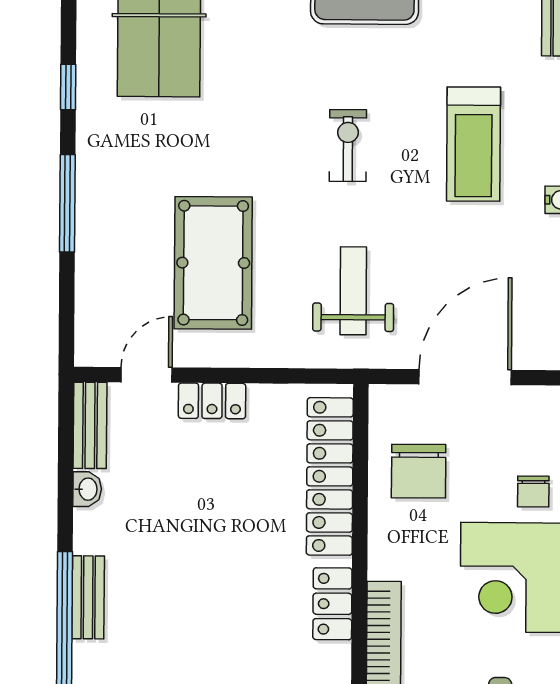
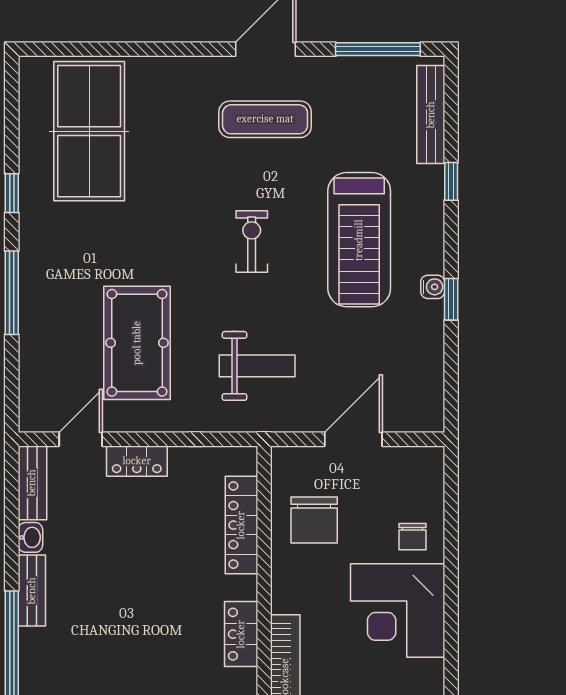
treadmill: (474, 144) -> (359, 240), width x1.37, depth x1.38
weight bench: (353, 291) -> (257, 366), turned 90
door: (465, 377) -> (353, 439), width x0.73
locker: (330, 476) -> (241, 525), width x0.71, depth x0.83
bench: (88, 597) -> (32, 591), moved

